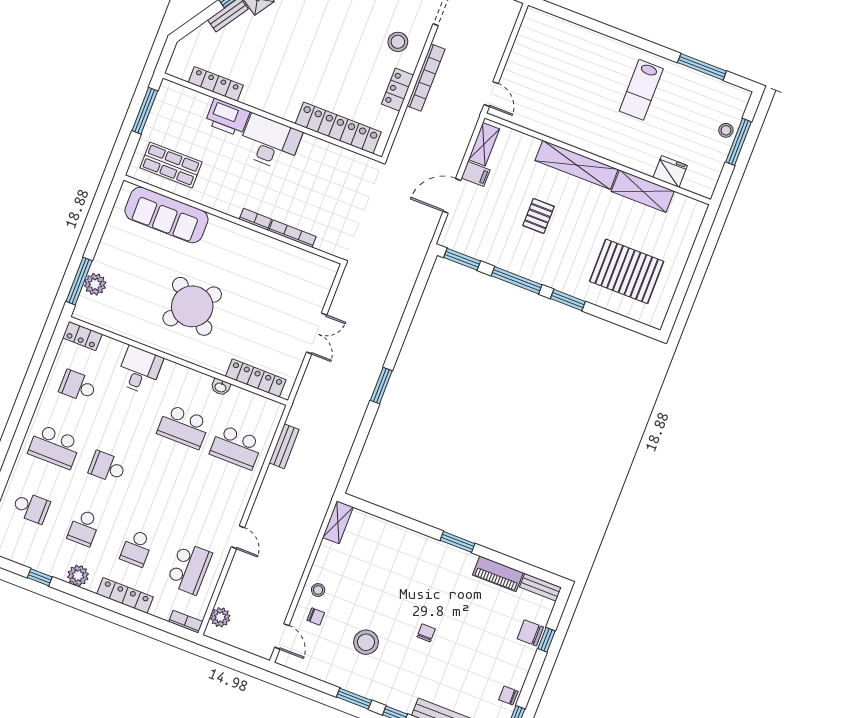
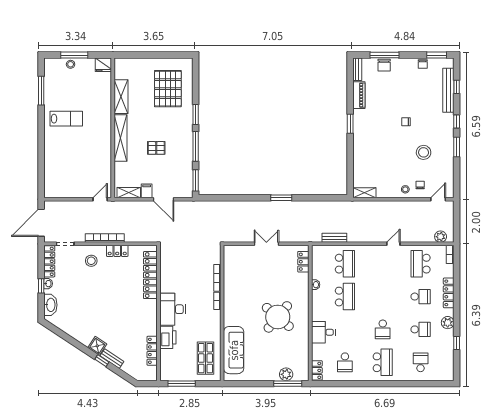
fridge: (670, 171) -> (103, 65), moved, turned -90
locker: (256, 378) -> (303, 262), width x0.66
school desk: (189, 568) -> (421, 264), turned -90
window: (546, 640) -> (384, 55), width x2.17

